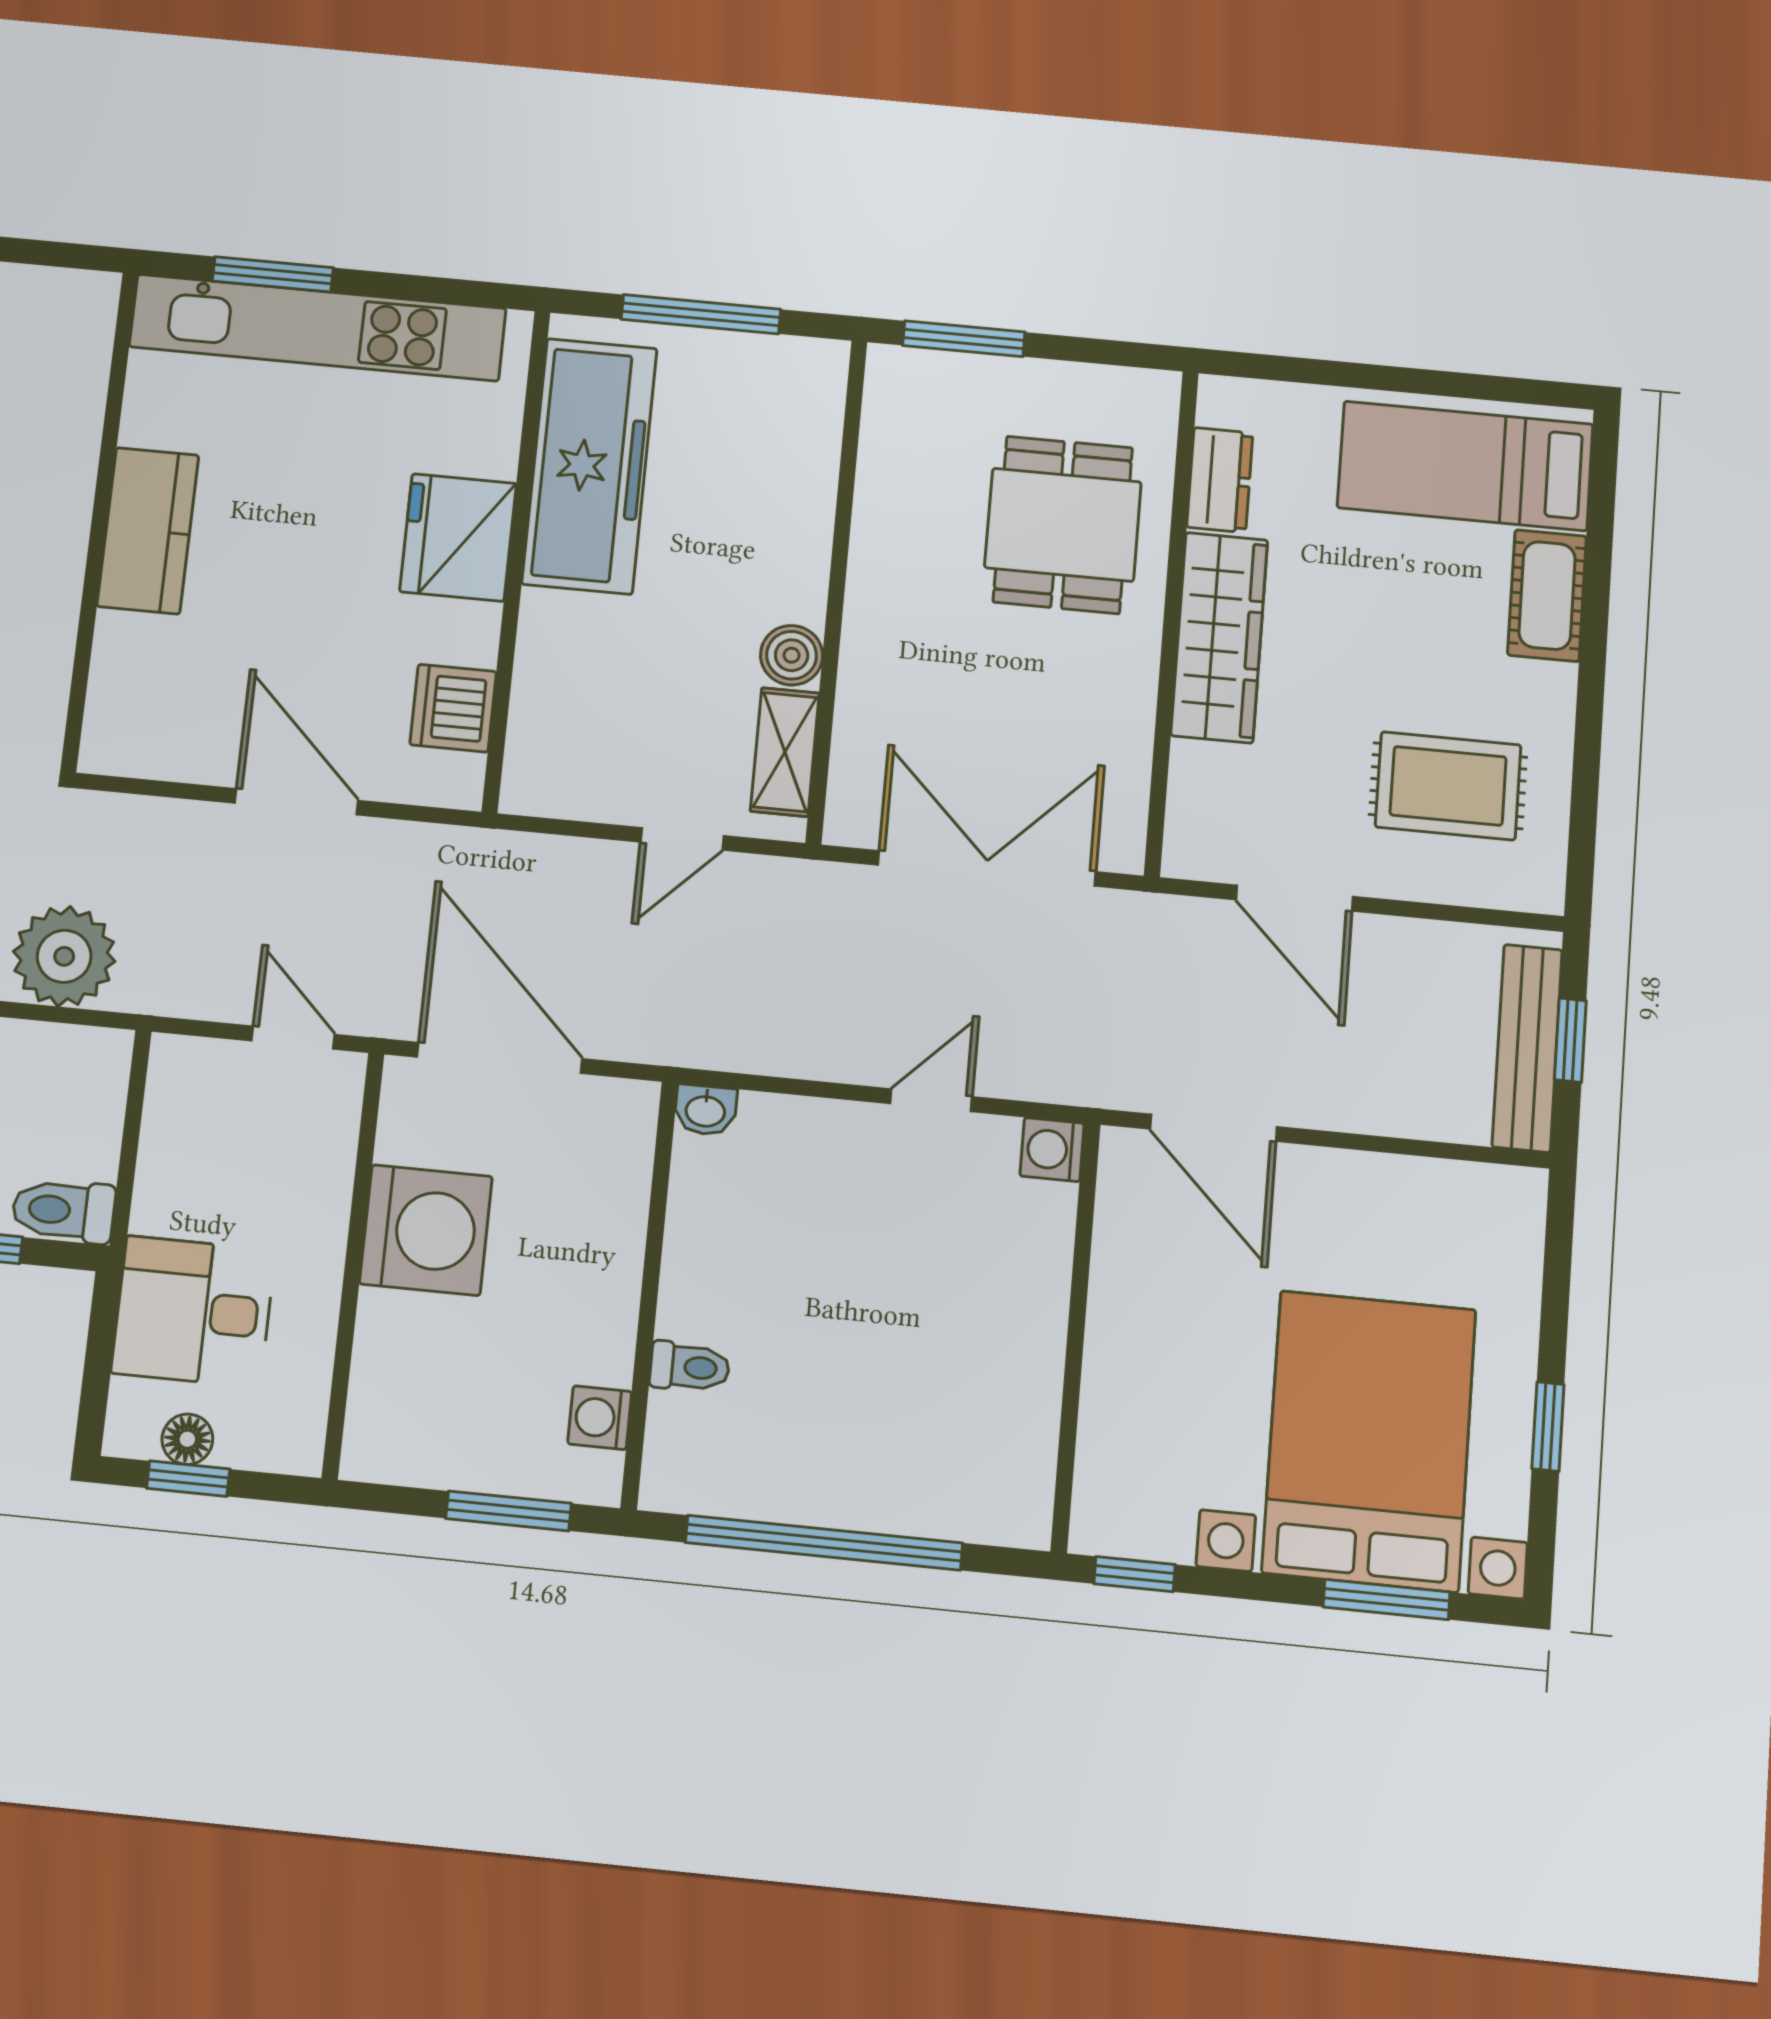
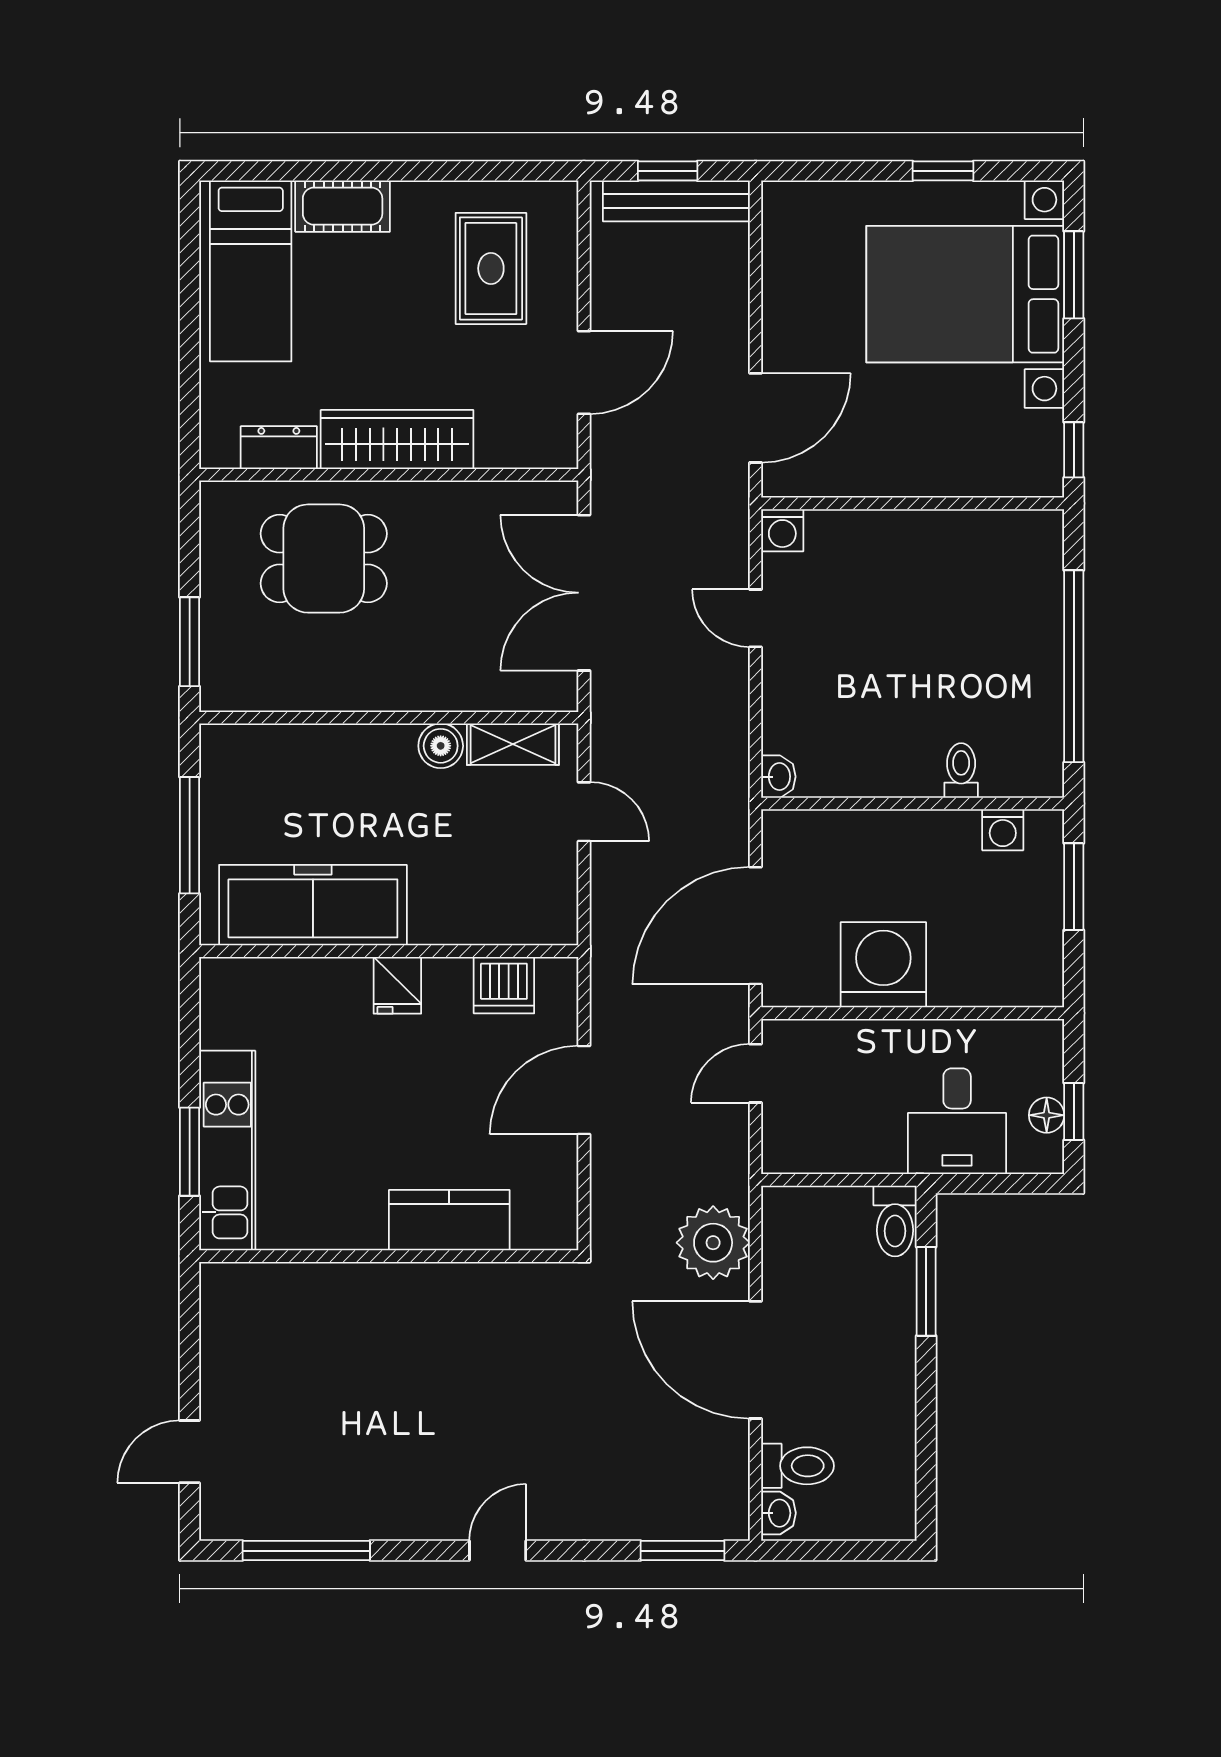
kitchen unit: (318, 328) -> (227, 1151), width x0.73
kitchen counter: (148, 531) -> (449, 1220), moved
fridge: (458, 537) -> (397, 985), width x0.53, depth x0.75

